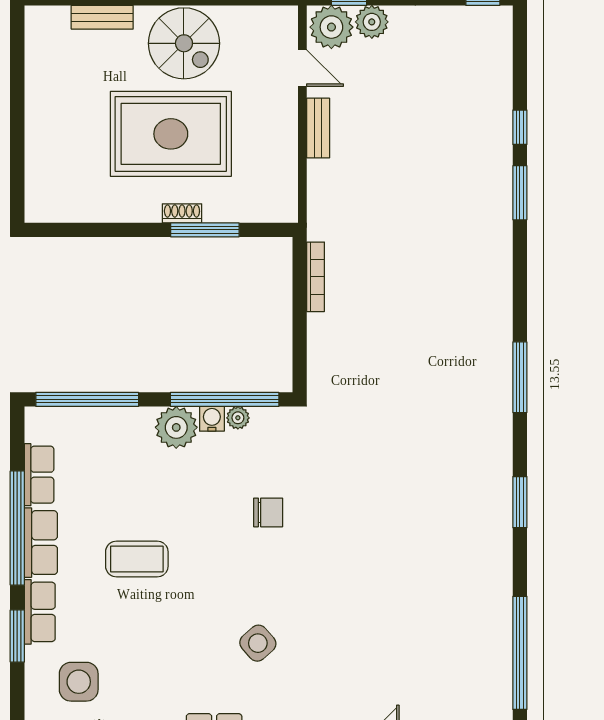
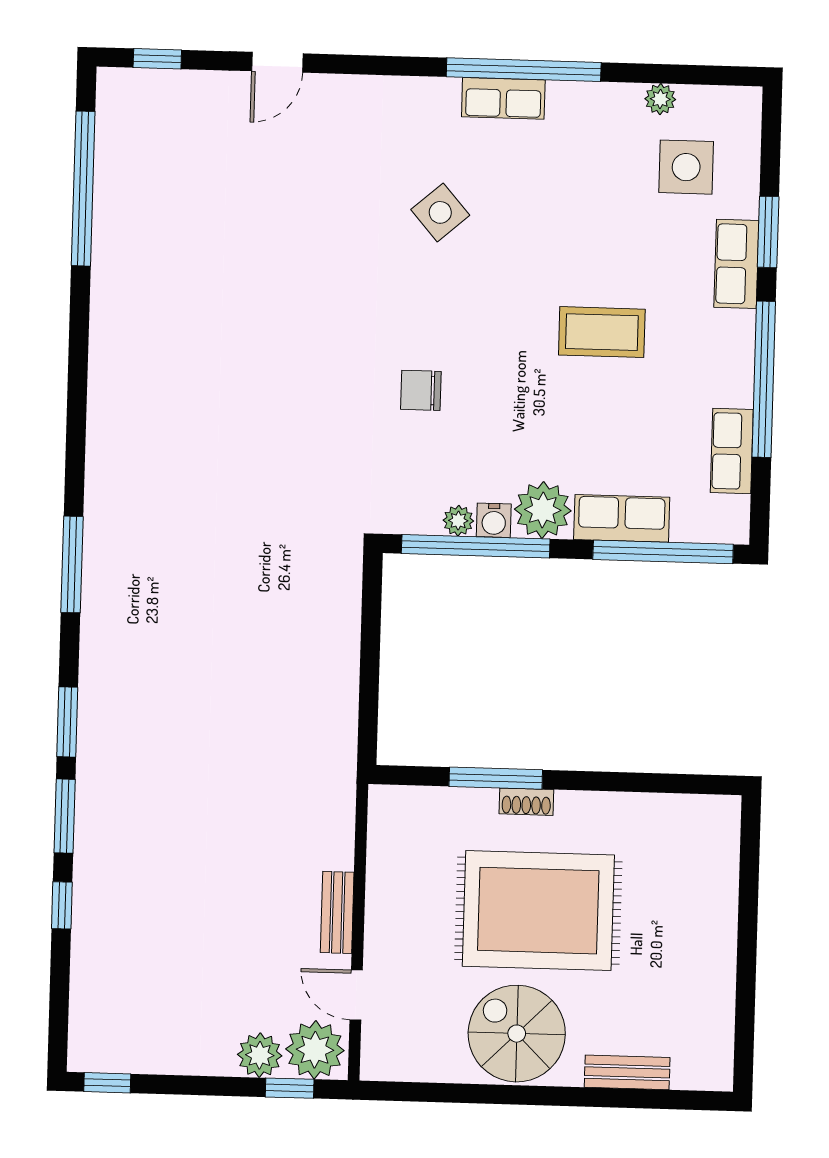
bookcase: (316, 277) -> (347, 710), removed
window: (520, 502) -> (67, 722), moved
row of seats: (41, 543) -> (622, 518), moved, turned 90

